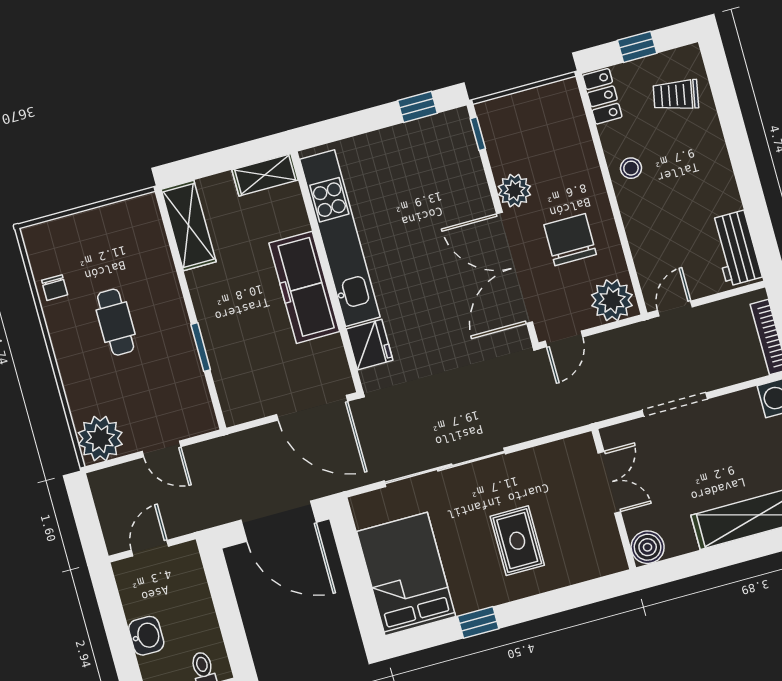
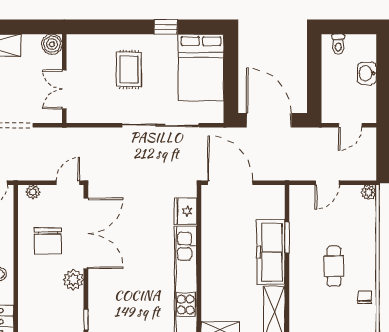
freezer: (304, 287) -> (271, 252), moved, turned 180
plant: (612, 300) -> (33, 192), width x0.53, depth x0.53
plant: (100, 439) -> (369, 192), width x0.53, depth x0.53
door: (162, 449) -> (327, 183), swing flipped

